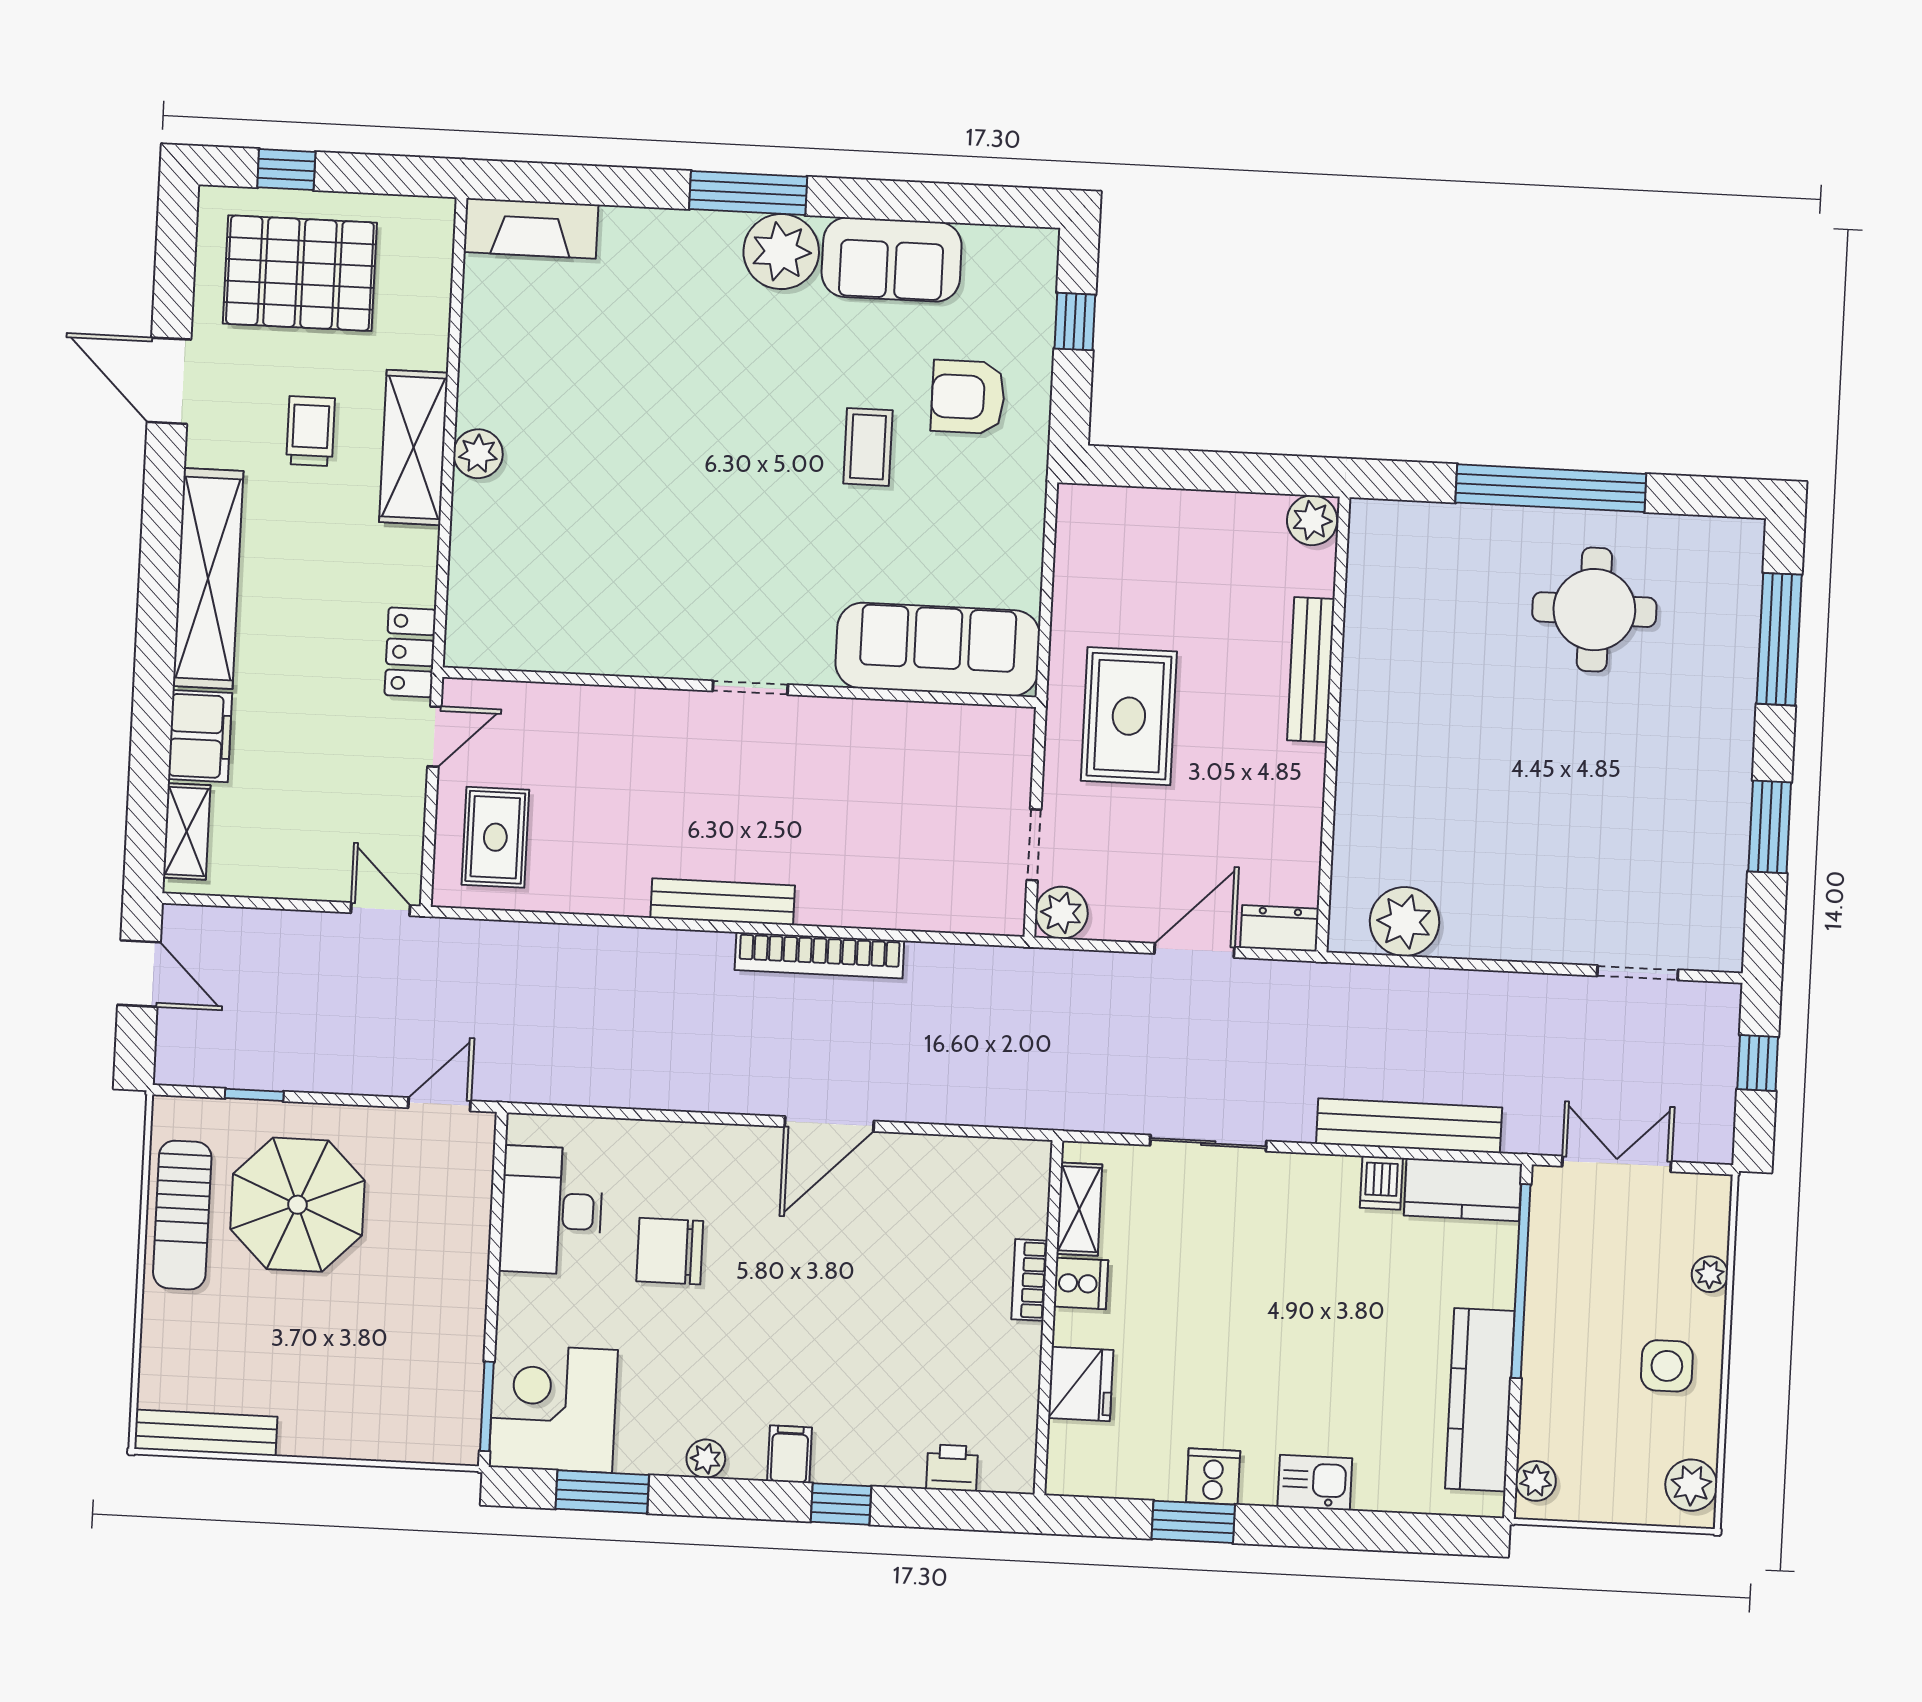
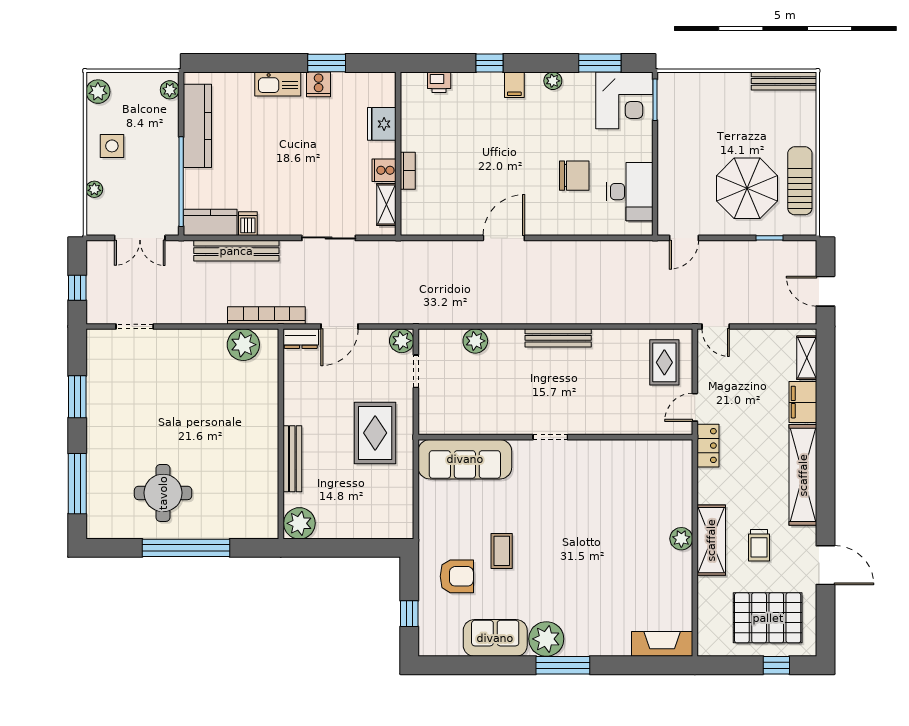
plant: (1312, 520) -> (299, 523), width x1.36, depth x1.36
plant: (902, 904) -> (475, 341), added
bookcase: (819, 955) -> (266, 315), moved
kitchen sink: (1315, 1483) -> (278, 84), width x1.38

